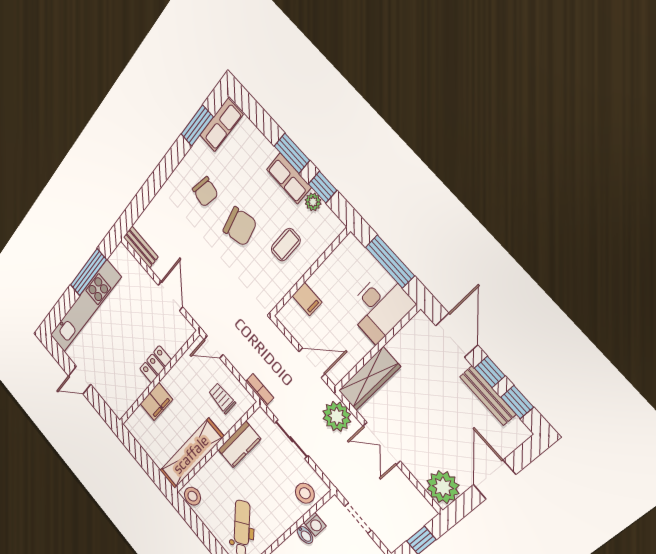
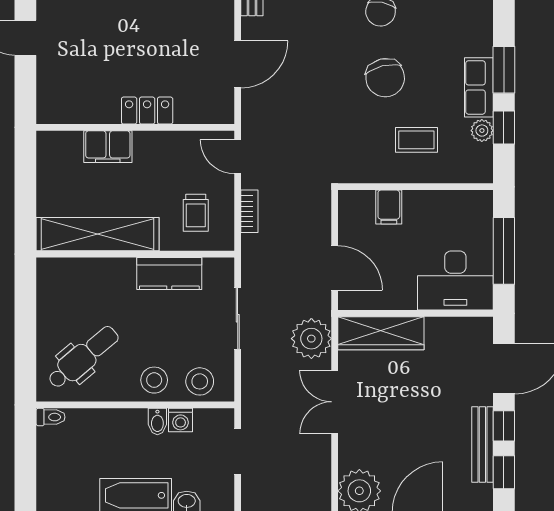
bookcase: (260, 390) -> (249, 211), moved
trolley: (222, 398) -> (196, 213), turned 180
stool: (193, 496) -> (154, 380), moved

